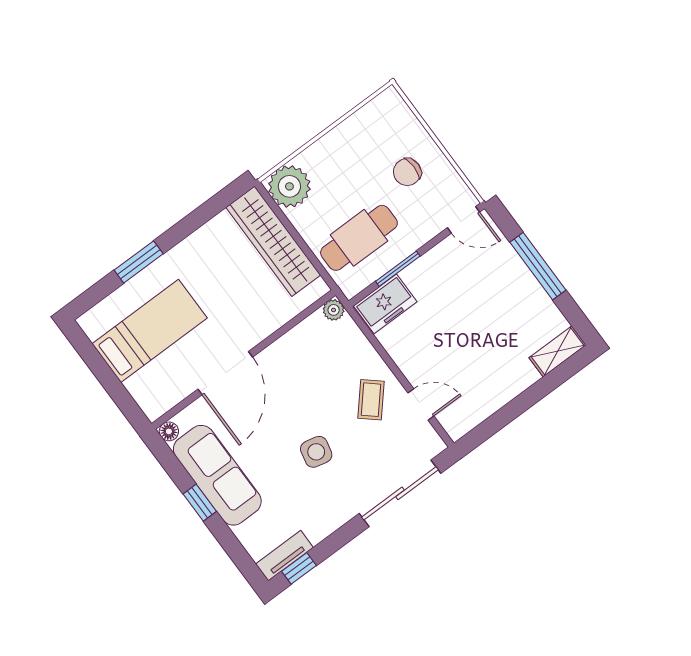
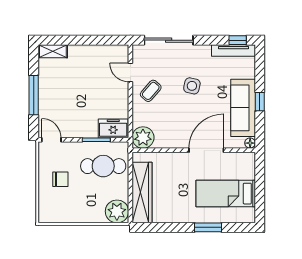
plant: (334, 310) -> (143, 138), width x1.88, depth x1.88
tv unit: (284, 556) -> (234, 51), width x1.41

